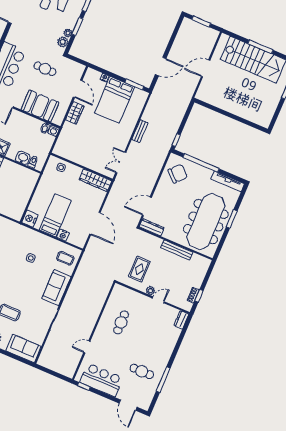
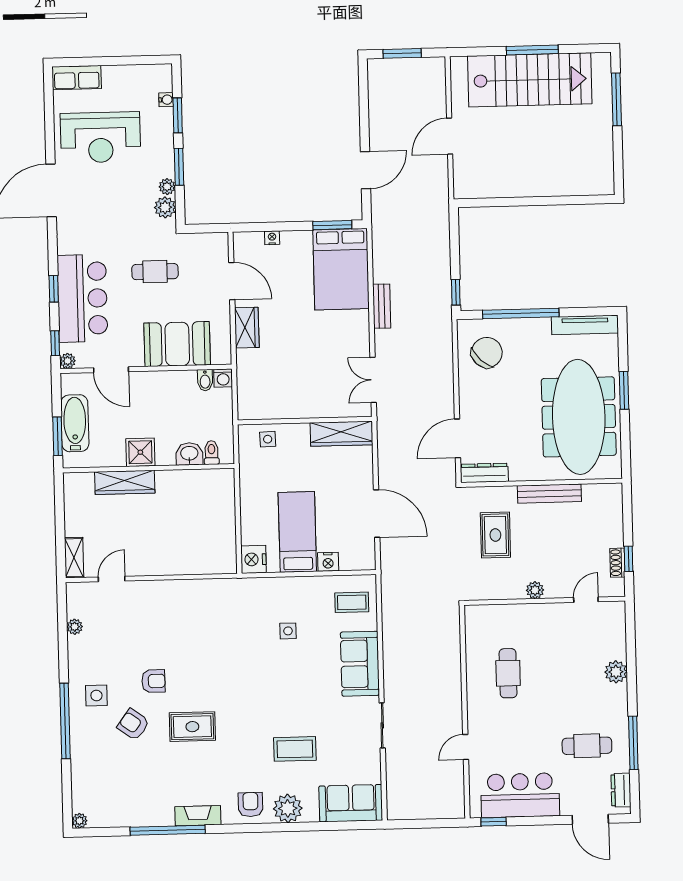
bed: (115, 100) -> (341, 269), moved
rug: (139, 269) -> (495, 535), moved
door: (158, 300) -> (586, 600), moved
dresser: (181, 320) -> (621, 790), moved
plant: (170, 344) -> (616, 672), added

